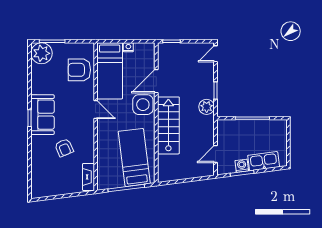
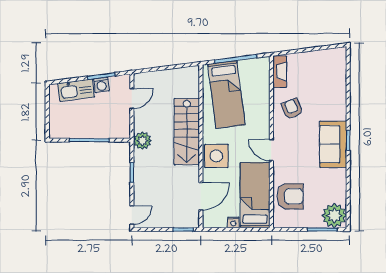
door: (156, 81) -> (201, 196), moved
plant: (207, 107) -> (142, 141), moved
armchair: (64, 148) -> (292, 109), moved

